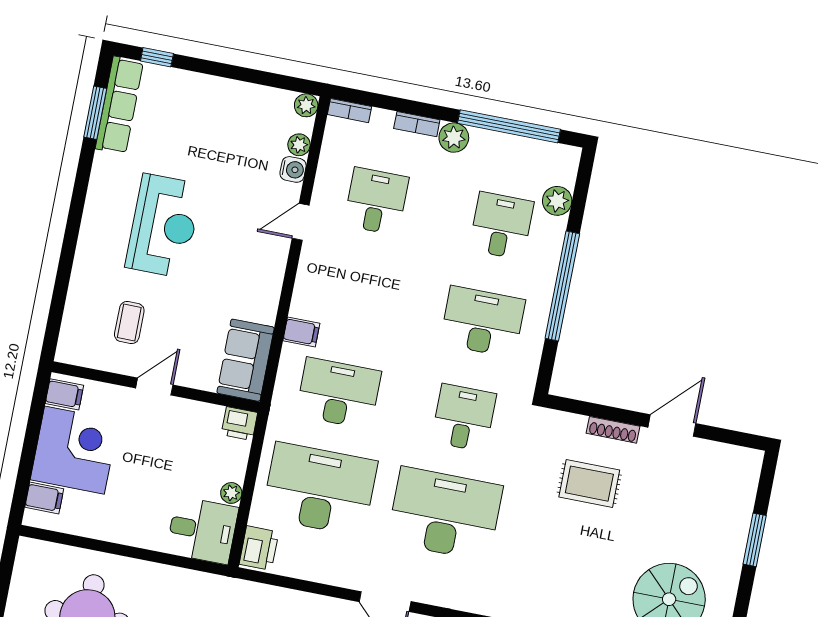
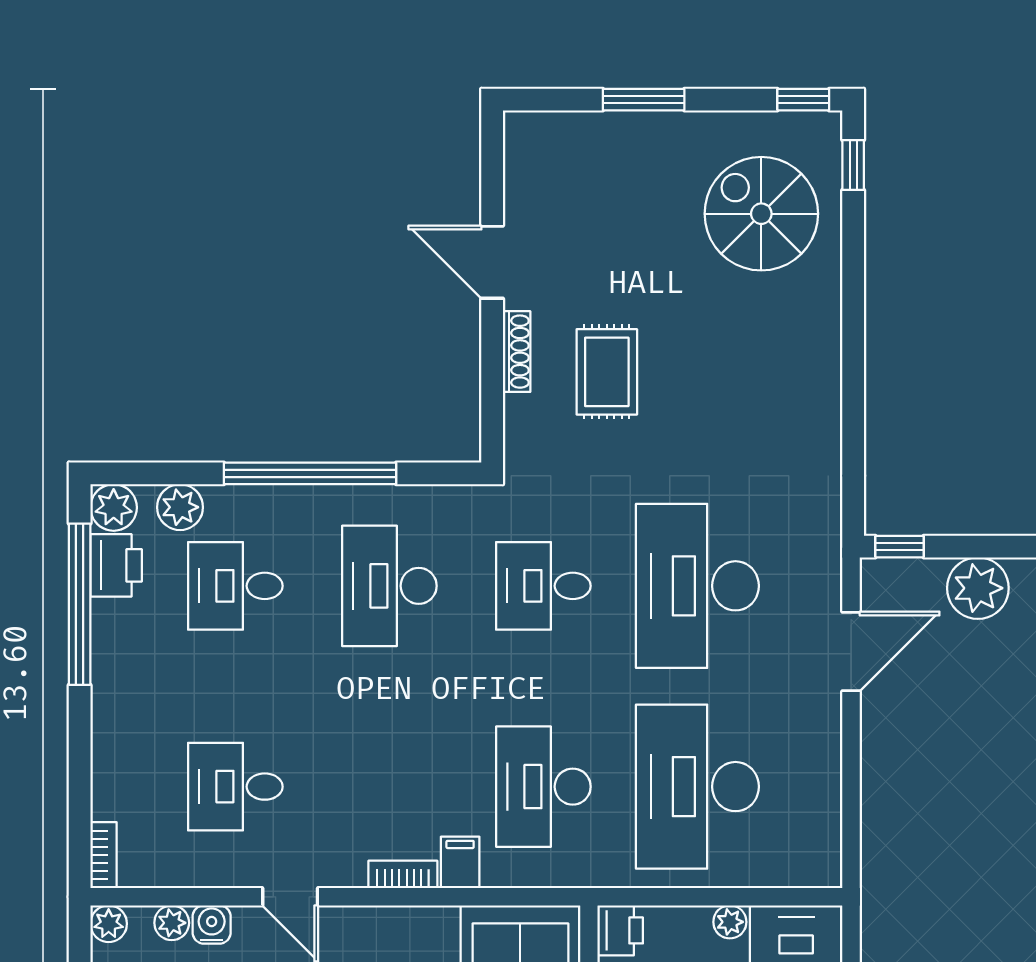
bookcase: (417, 124) -> (403, 874), moved, turned -90
plant: (454, 138) -> (114, 508), moved
printer: (259, 548) -> (116, 565), moved, turned 90

